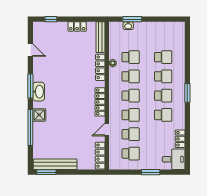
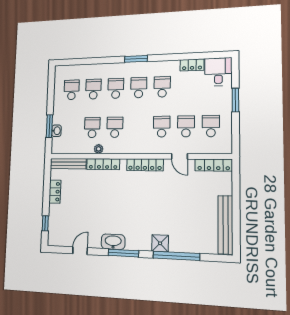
washbasin: (39, 92) -> (113, 242), moved
school desk: (131, 96) -> (72, 90), moved
window: (46, 172) -> (236, 237), removed

